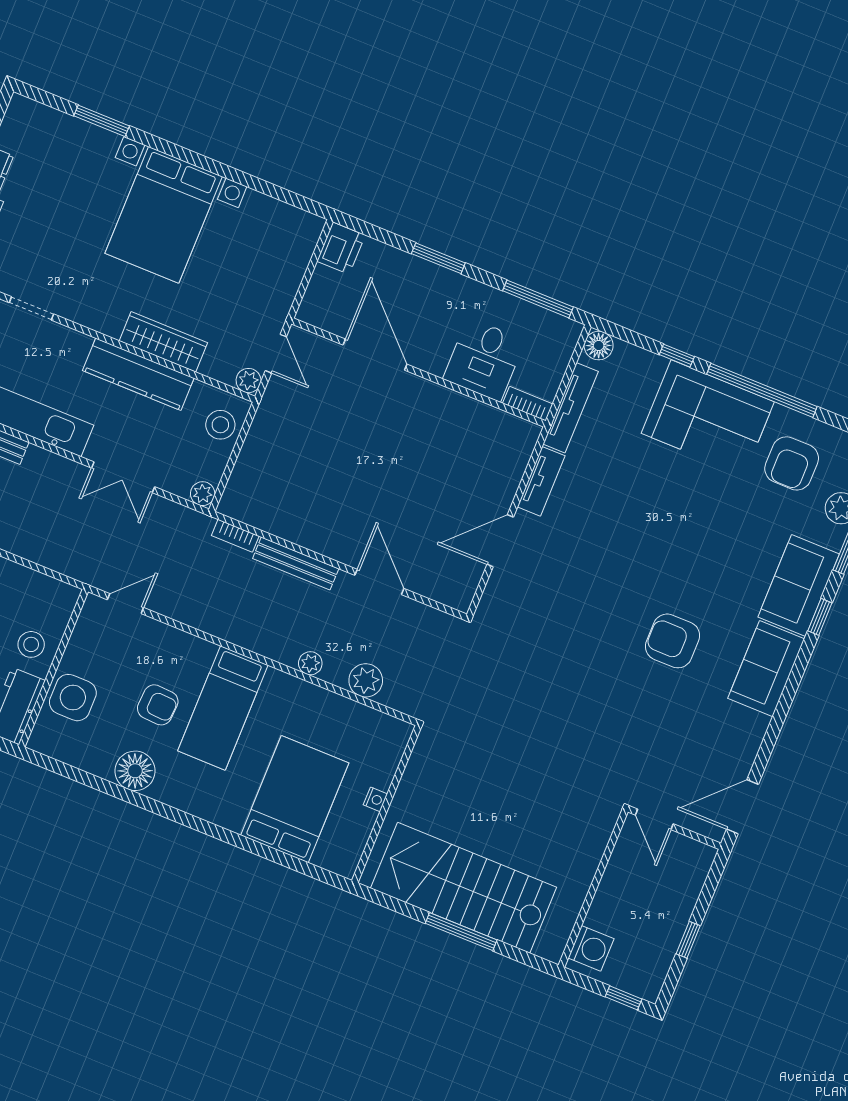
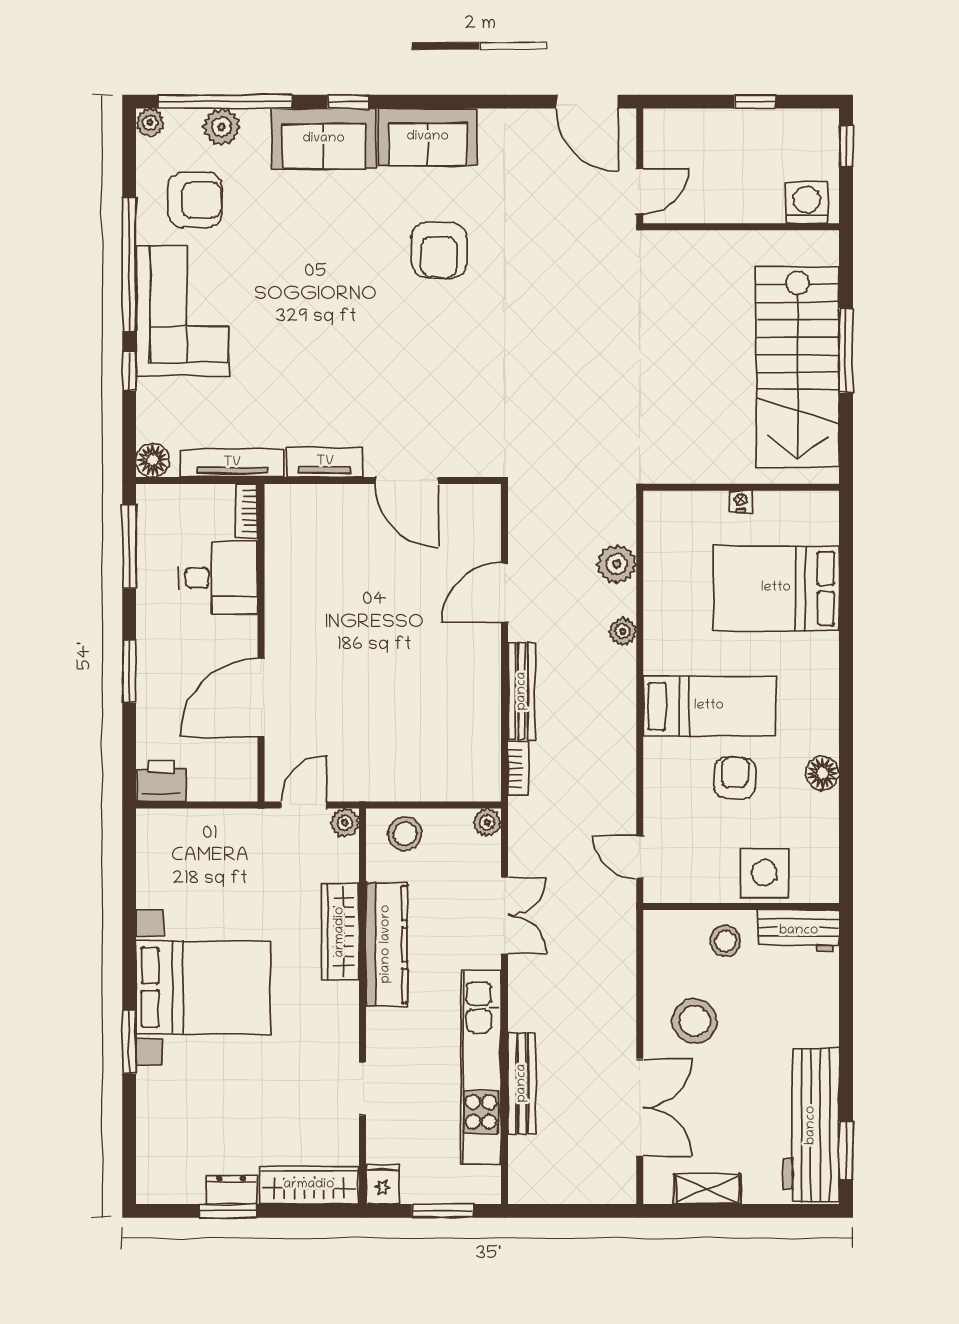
window: (102, 121) -> (129, 1041), moved
floor lamp: (135, 771) -> (822, 773), width x0.73, depth x0.73

